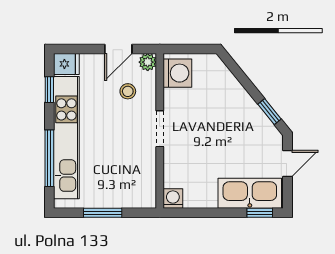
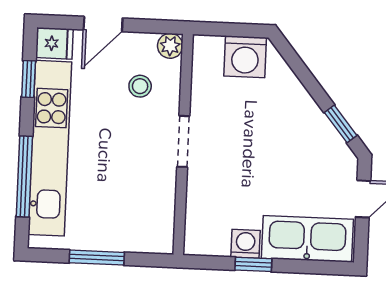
door: (118, 49) -> (103, 24), moved
washing machine: (177, 73) -> (245, 57), moved, turned 90
washing machine: (173, 199) -> (246, 244), moved
window: (260, 213) -> (253, 264), moved

